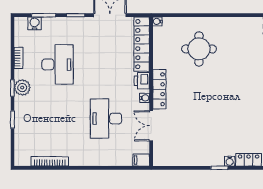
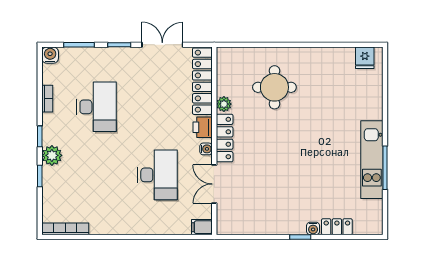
water cooler: (157, 21) -> (222, 53), removed
water cooler: (35, 23) -> (50, 55), moved
plant: (159, 62) -> (224, 104), added
plant: (22, 88) -> (52, 155), moved
desk: (106, 119) -> (157, 175), turned 180
bookcase: (50, 161) -> (65, 229), moved

